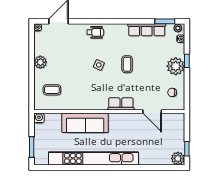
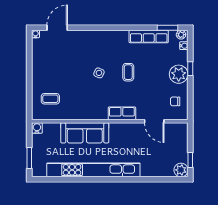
wheelchair: (95, 32) -> (95, 39), removed
plant: (40, 62) -> (38, 70), removed

